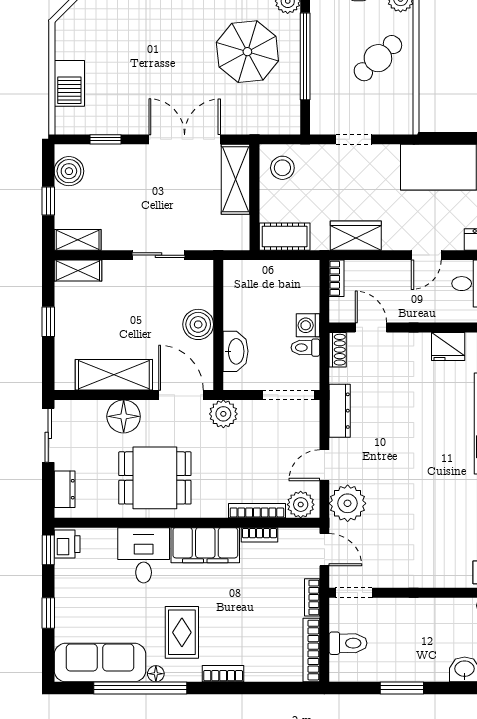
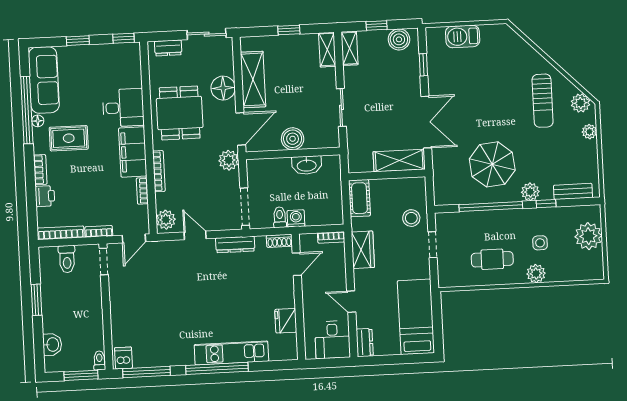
cafe table: (378, 58) -> (492, 259), turned -47
stool: (282, 168) -> (411, 218), moved
washbasin: (235, 351) -> (307, 165), moved
plant: (348, 503) -> (168, 254), removed
bookcase: (257, 511) -> (159, 171), moved
printer: (67, 544) -> (45, 196), moved, turned -90

